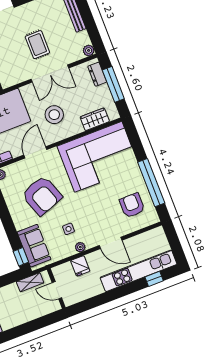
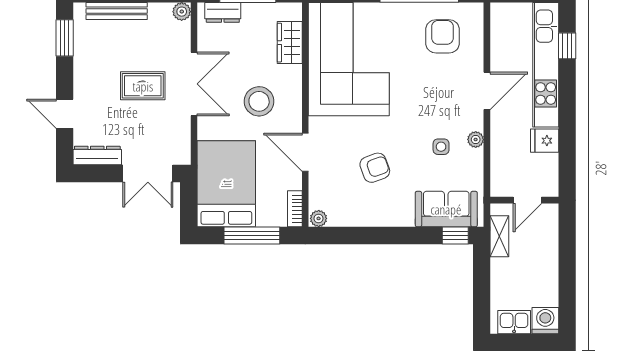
armchair: (42, 196) -> (375, 168), width x0.53, depth x0.53
armchair: (132, 205) -> (443, 36), turned 90
fridge: (80, 266) -> (545, 141), moved, turned 180

